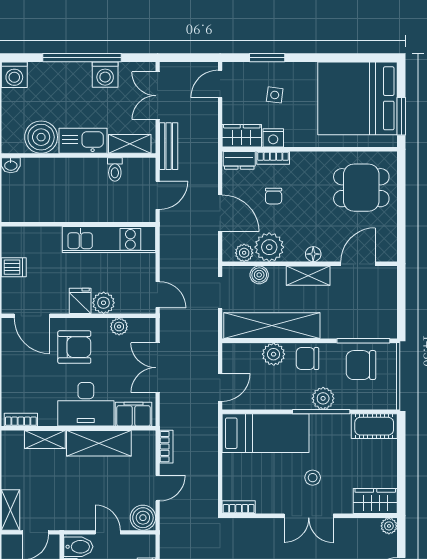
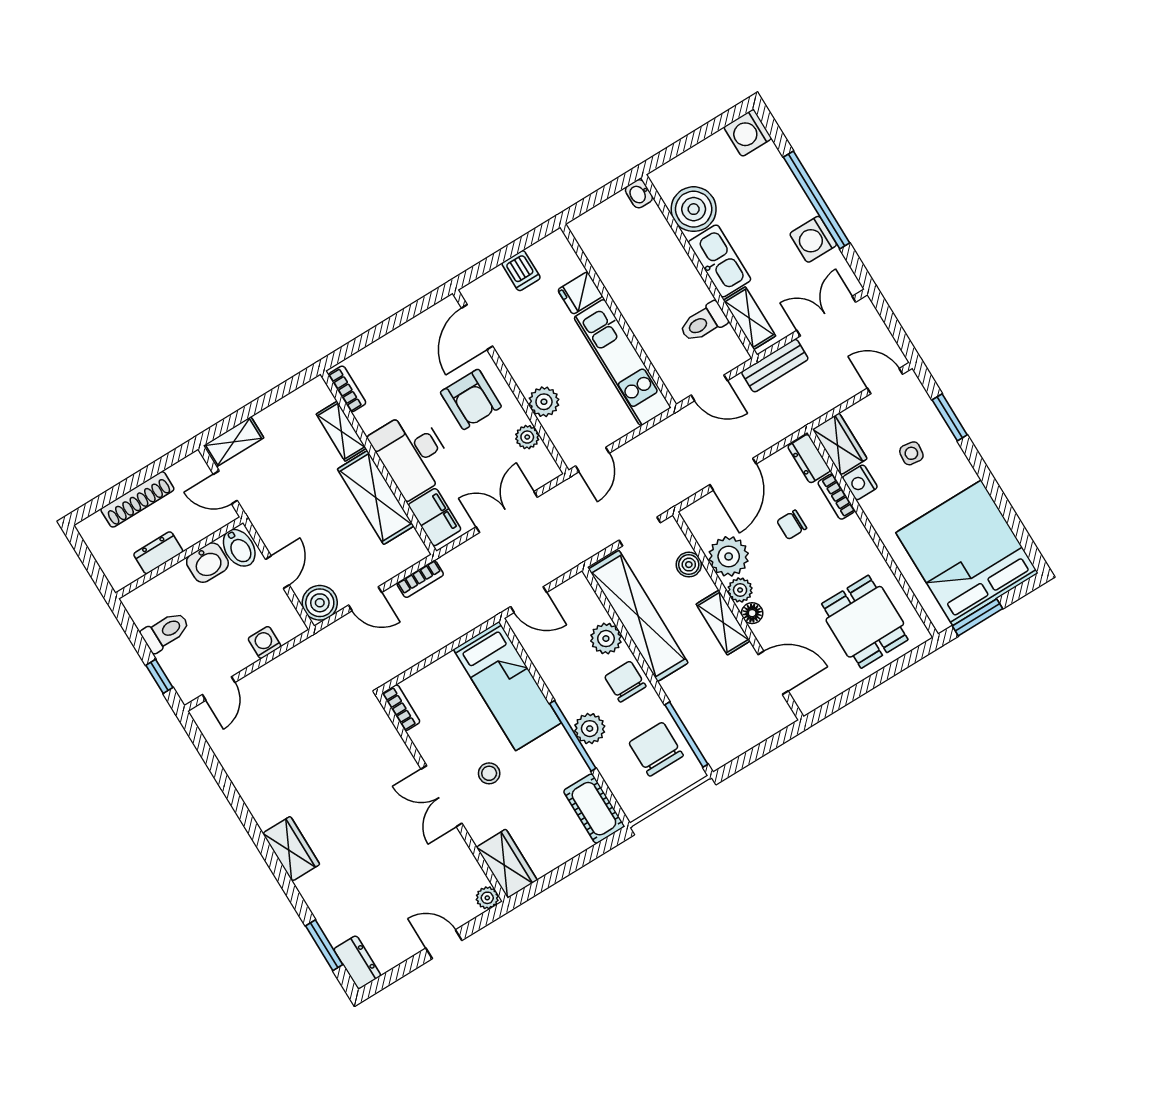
toilet: (115, 169) -> (703, 322), width x1.37, depth x1.39
plant: (244, 253) -> (740, 590), moved
fridge: (80, 301) -> (580, 293), moved, turned 180

